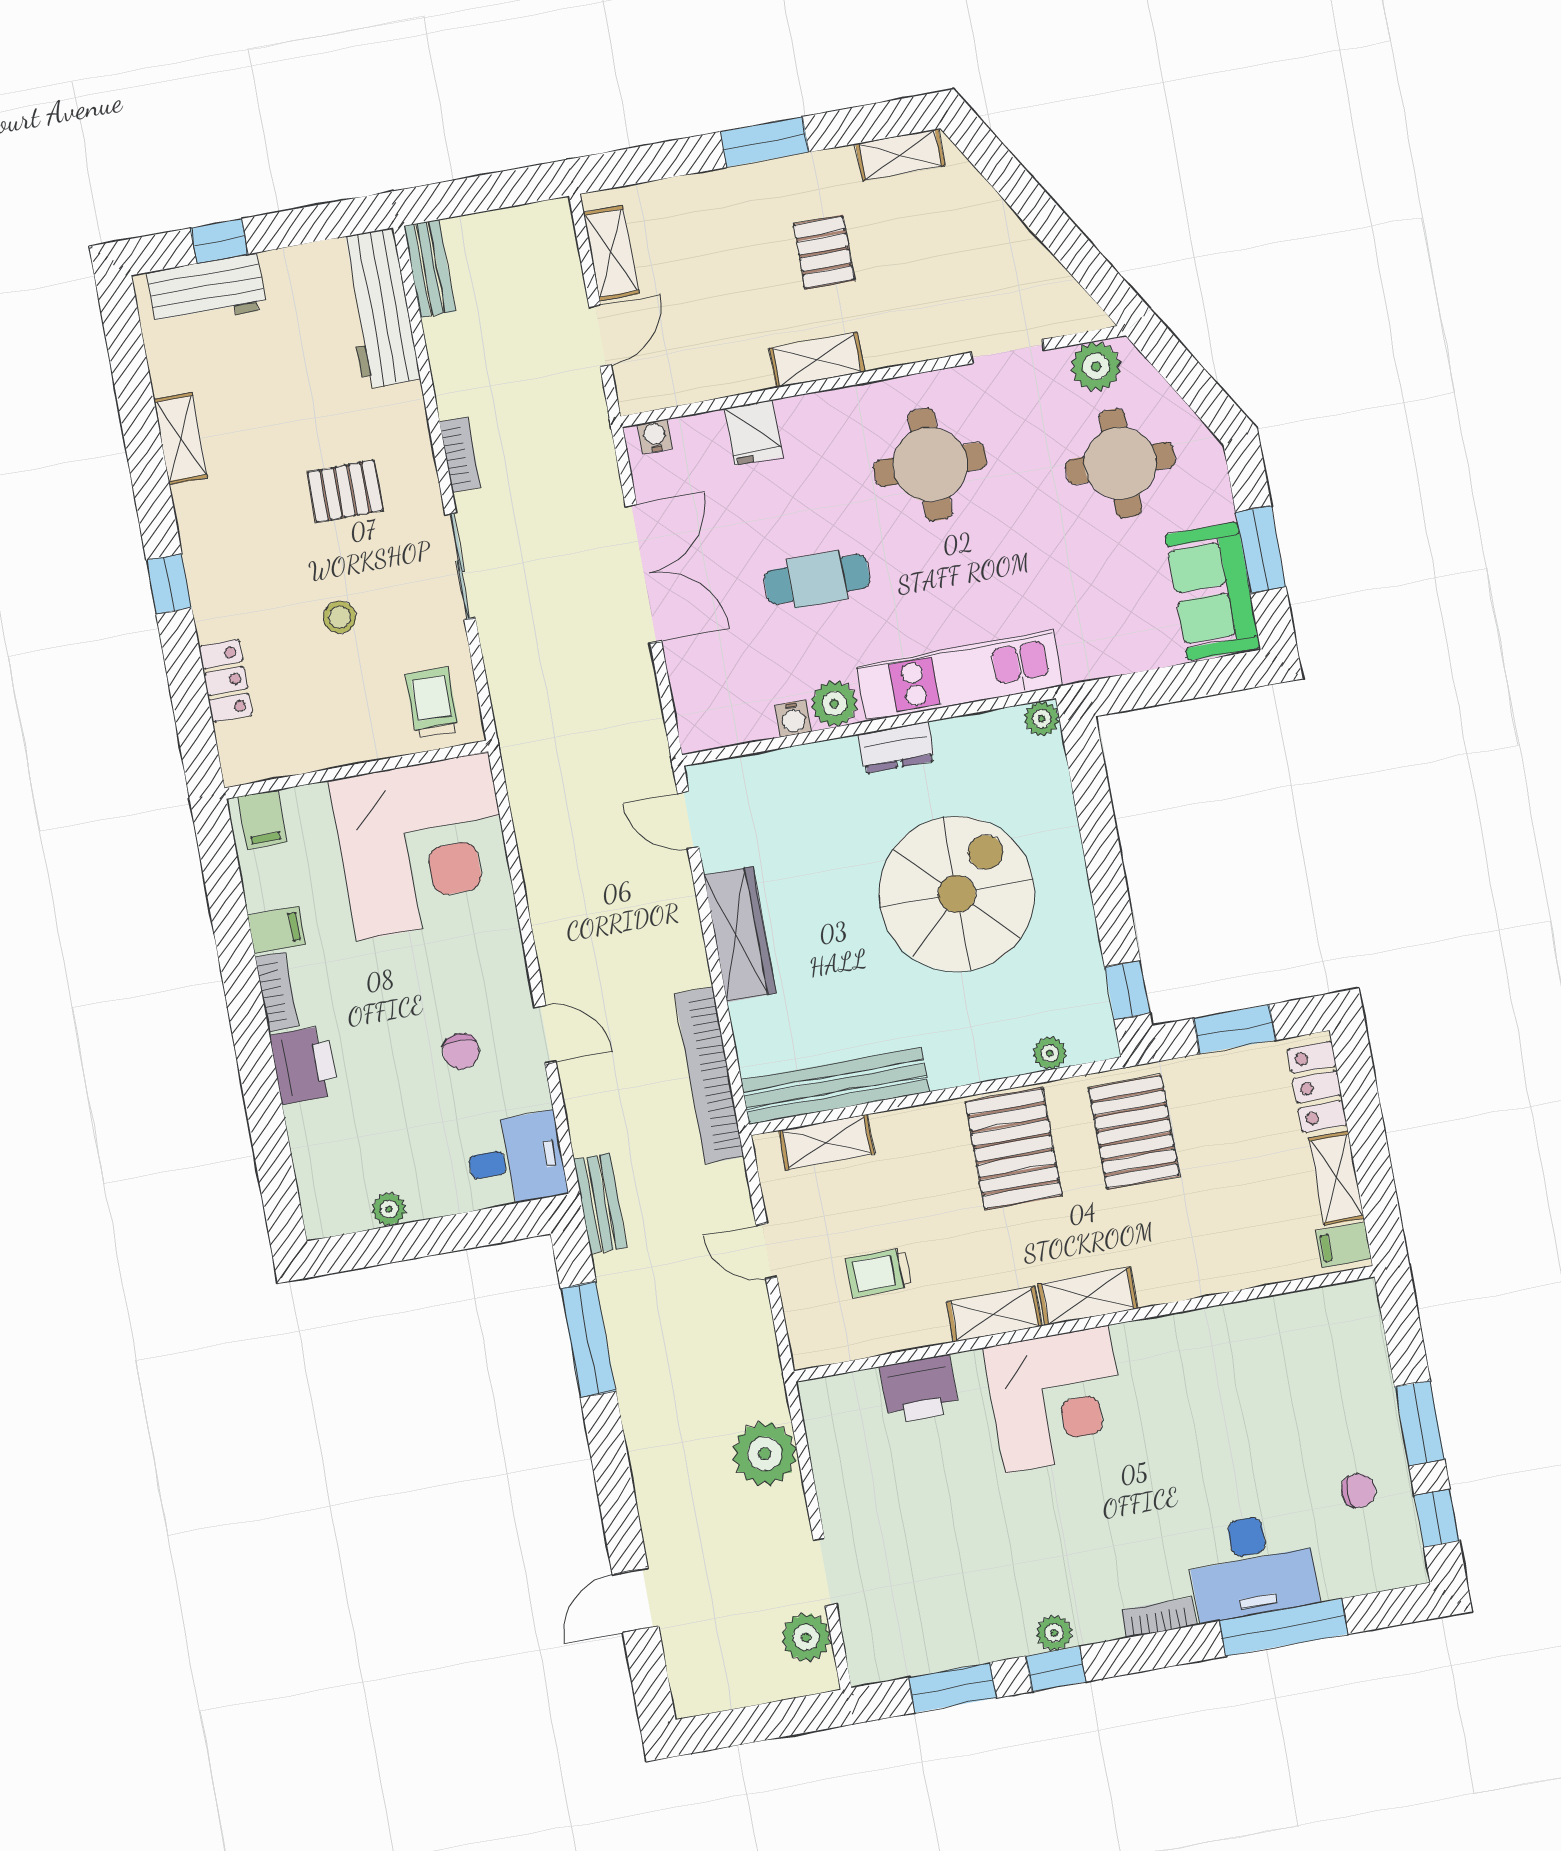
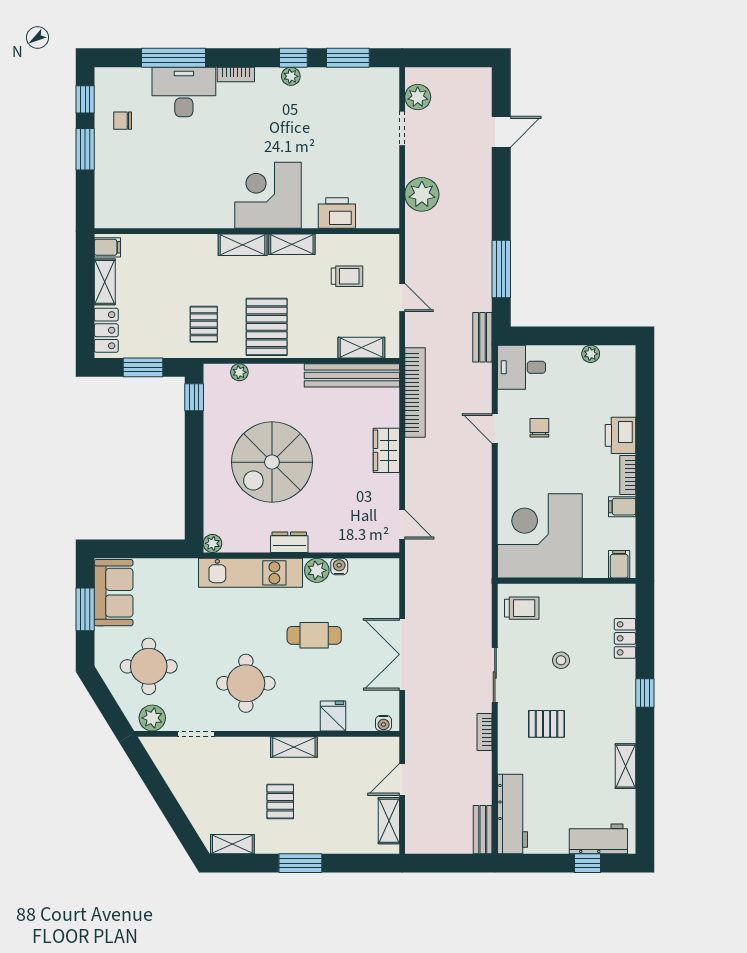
trolley: (432, 703) -> (522, 608), turned -90
wardrobe: (740, 934) -> (386, 450), width x0.67
pallet: (1134, 1132) -> (204, 324), width x0.67, depth x0.71

